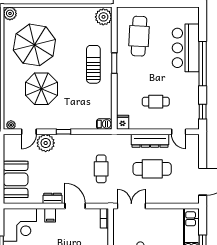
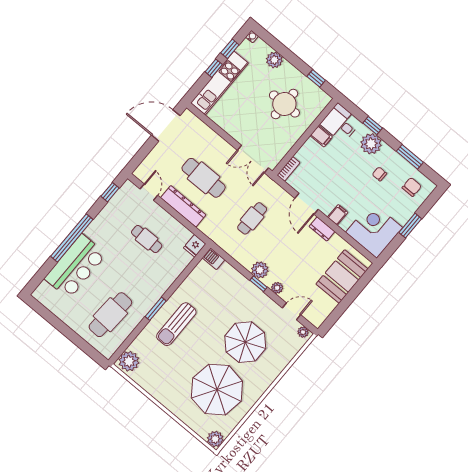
plant: (70, 141) -> (260, 270), added
plant: (46, 143) -> (277, 288), width x0.53, depth x0.53

